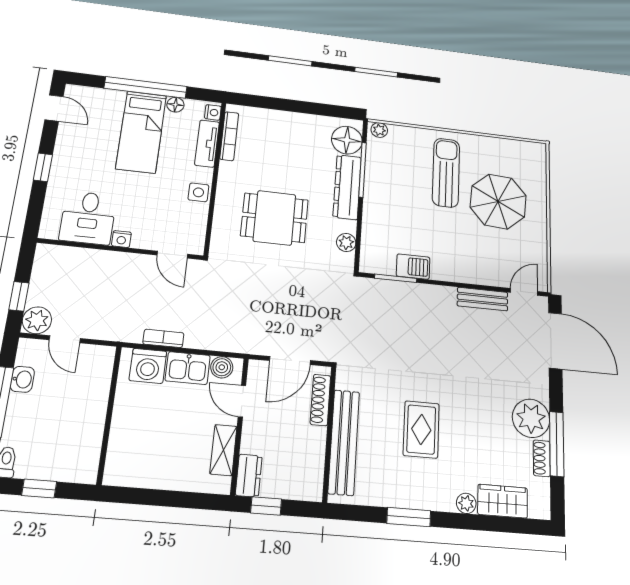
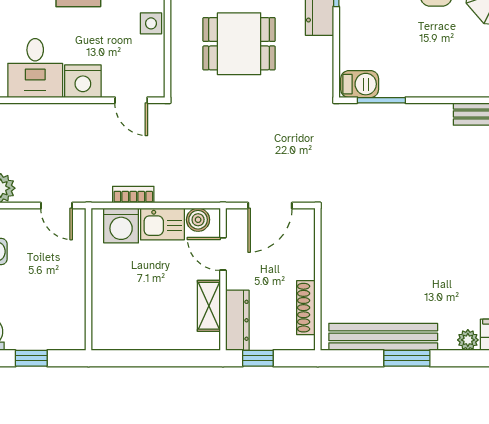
nightstand: (121, 239) -> (83, 81), width x1.89, depth x1.79
plant: (346, 243) -> (323, 64), removed
barbecue: (413, 267) -> (360, 84), moved
door: (65, 339) -> (56, 206), moved
shoe rack: (320, 400) -> (306, 308), moved
rug: (421, 429) -> (417, 267), removed
bench: (344, 442) -> (383, 337), moved, turned 90
dresser: (249, 476) -> (237, 320), width x1.44

